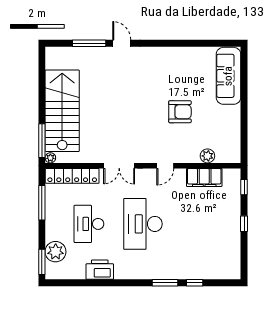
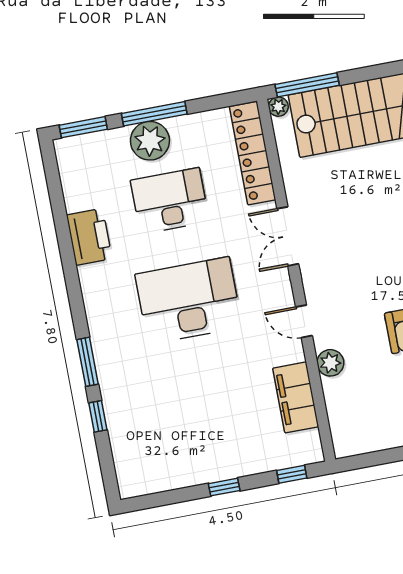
plant: (207, 156) -> (330, 363), moved
window: (42, 203) -> (154, 114), moved
plant: (56, 252) -> (150, 141), moved

